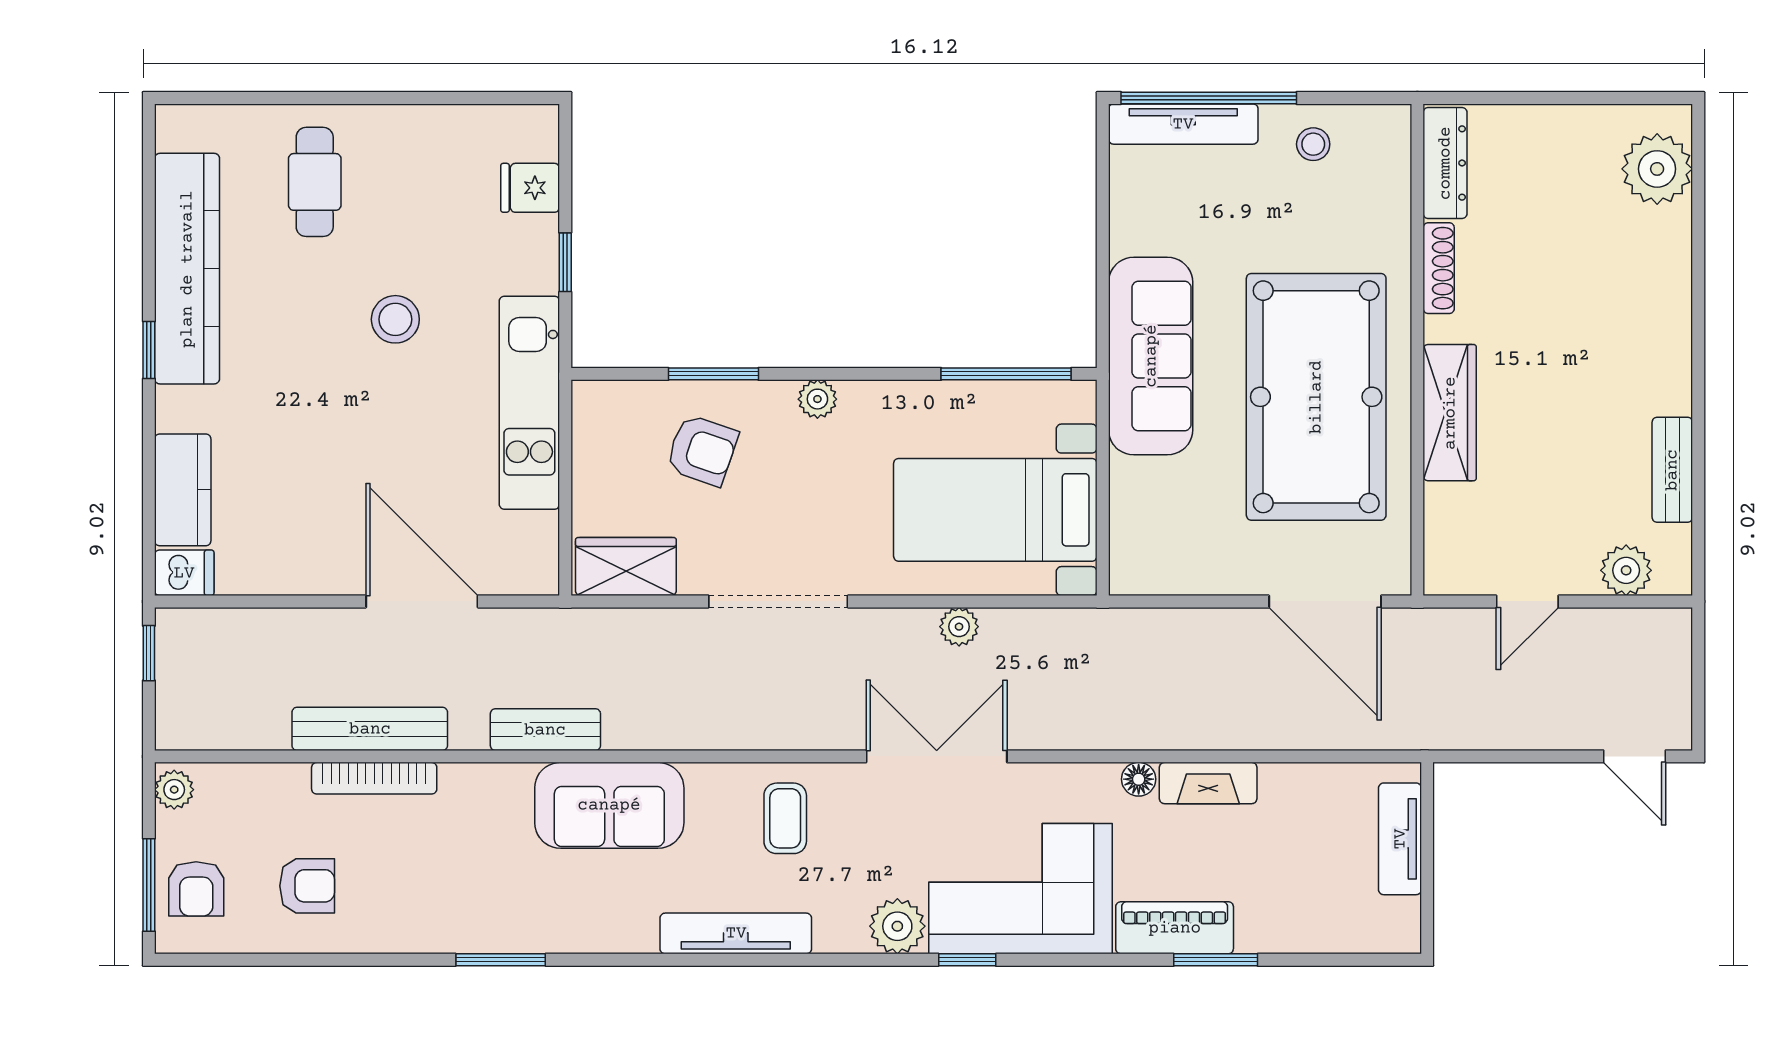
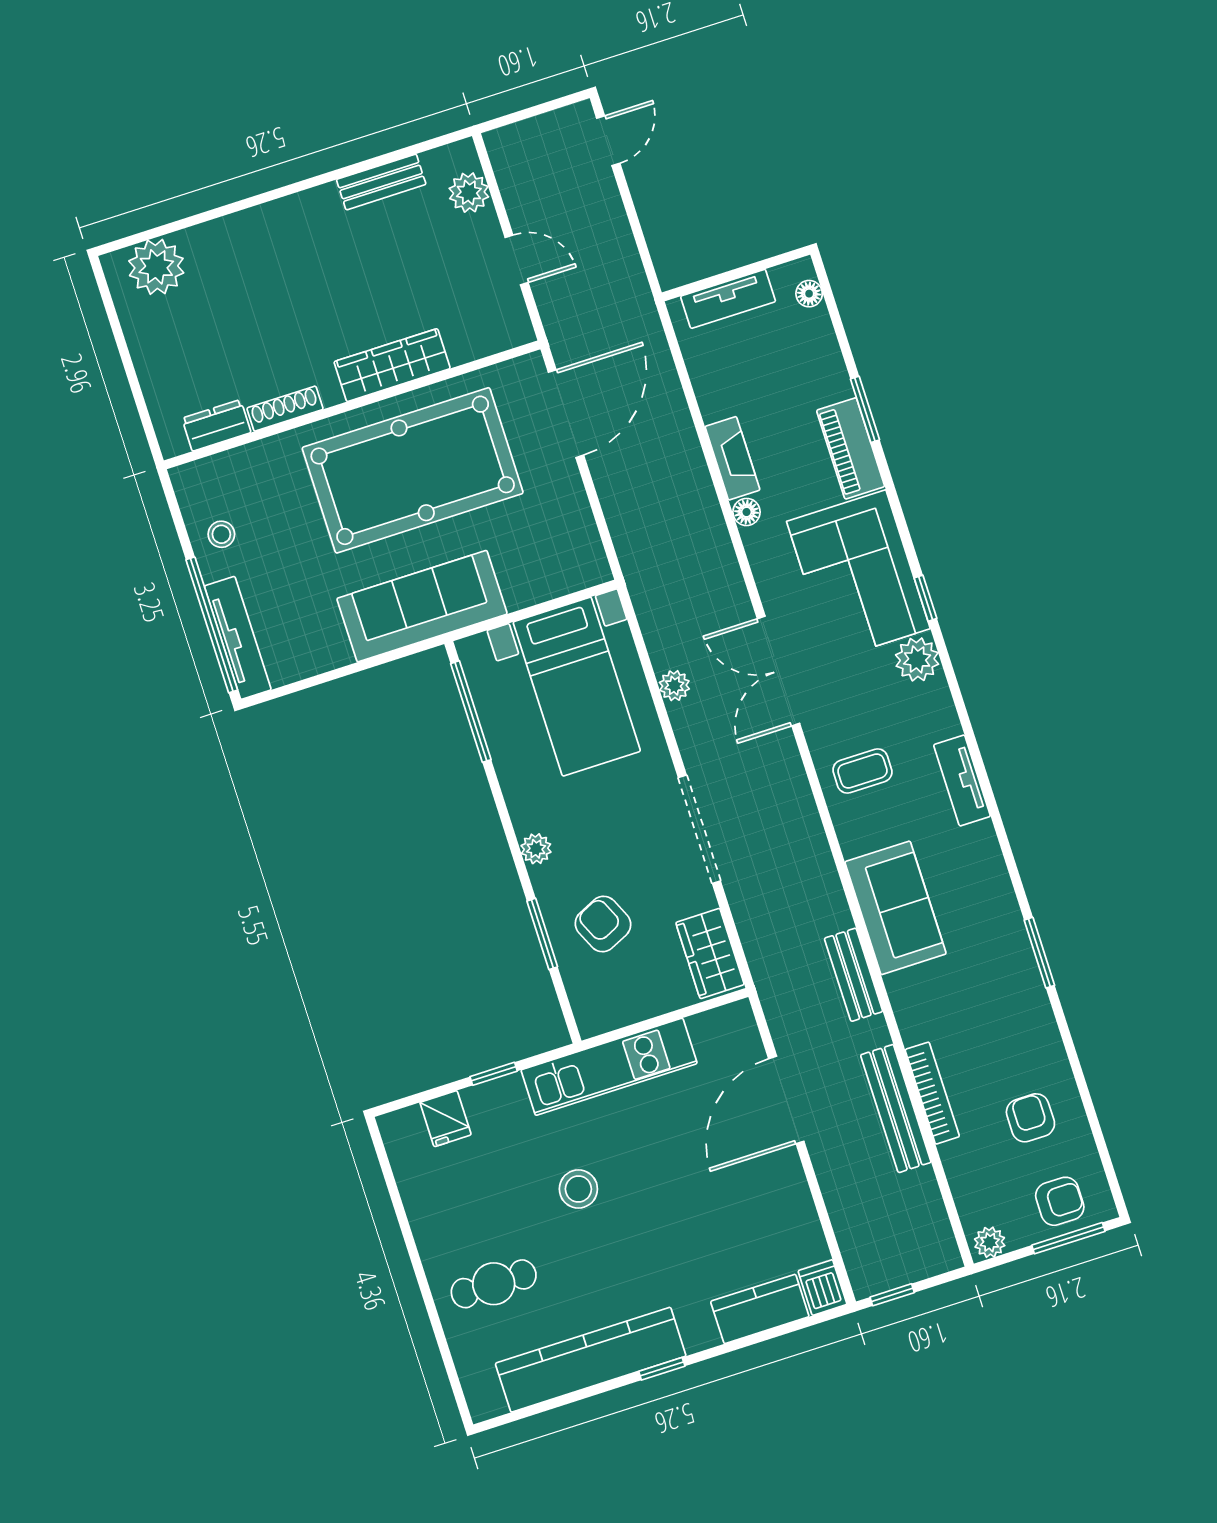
dresser: (1445, 163) -> (216, 425), width x0.70
armchair: (702, 450) -> (603, 924), turned -44
tv unit: (736, 933) -> (962, 780), width x0.71
floor lamp: (1375, 937) -> (809, 294), added

